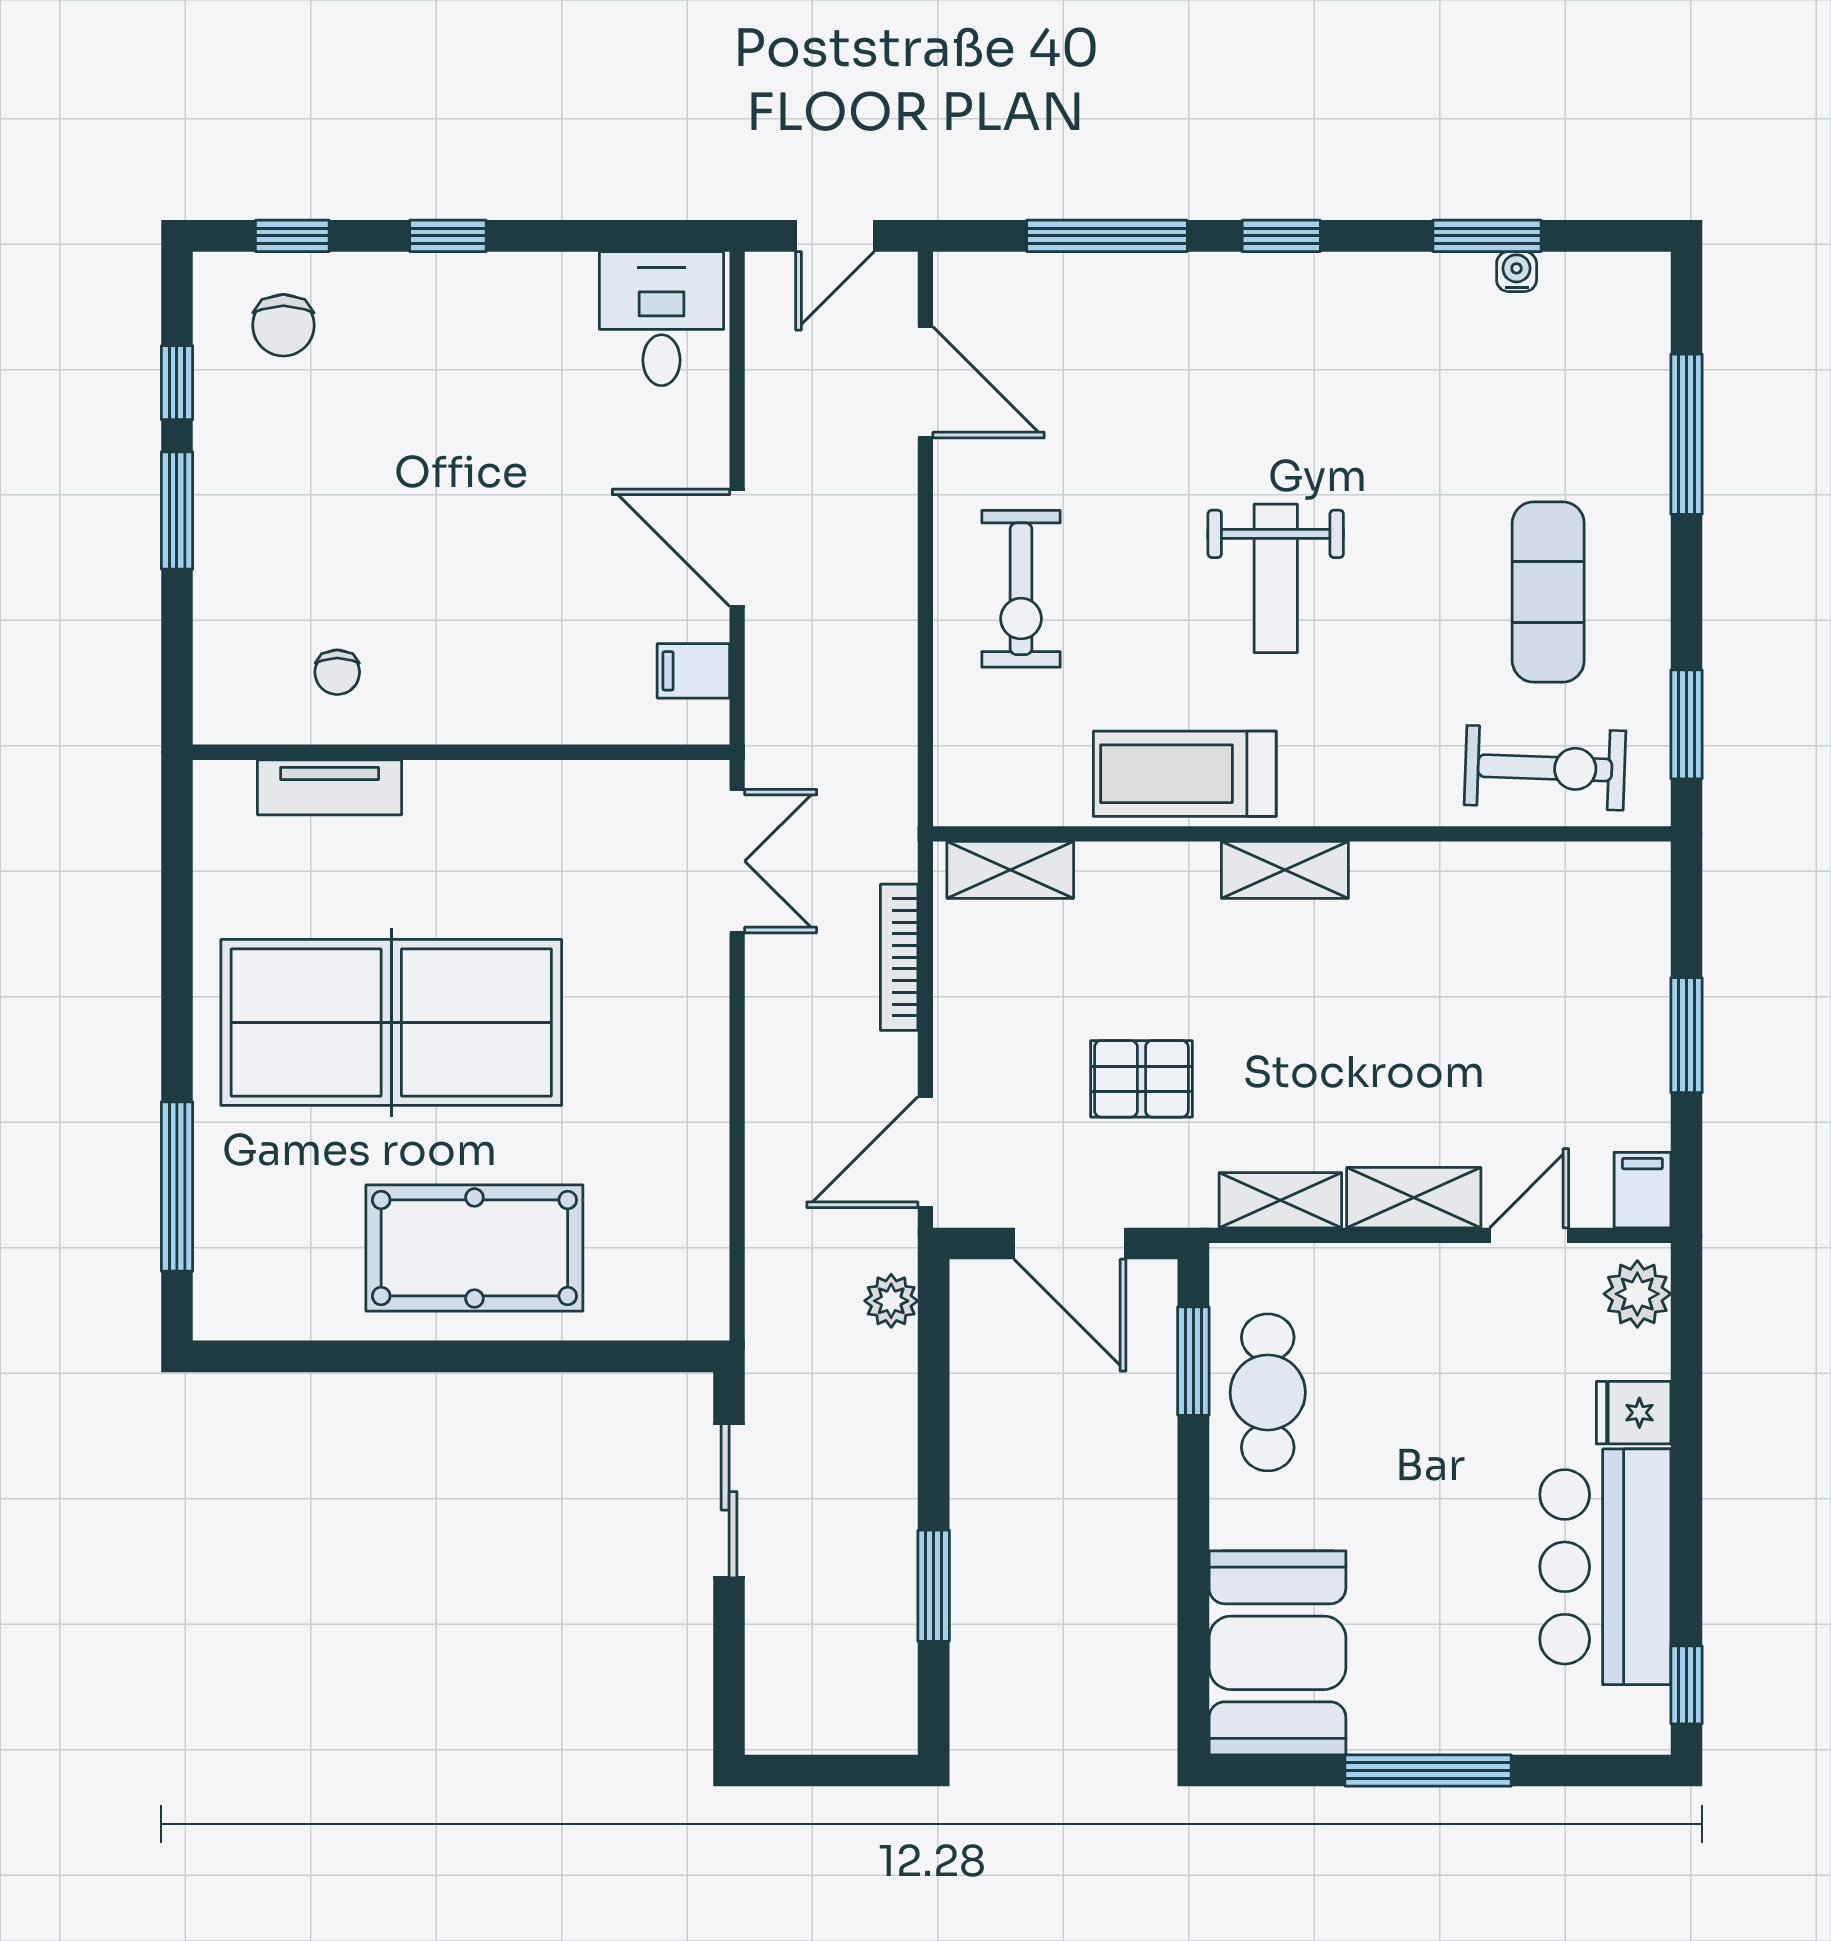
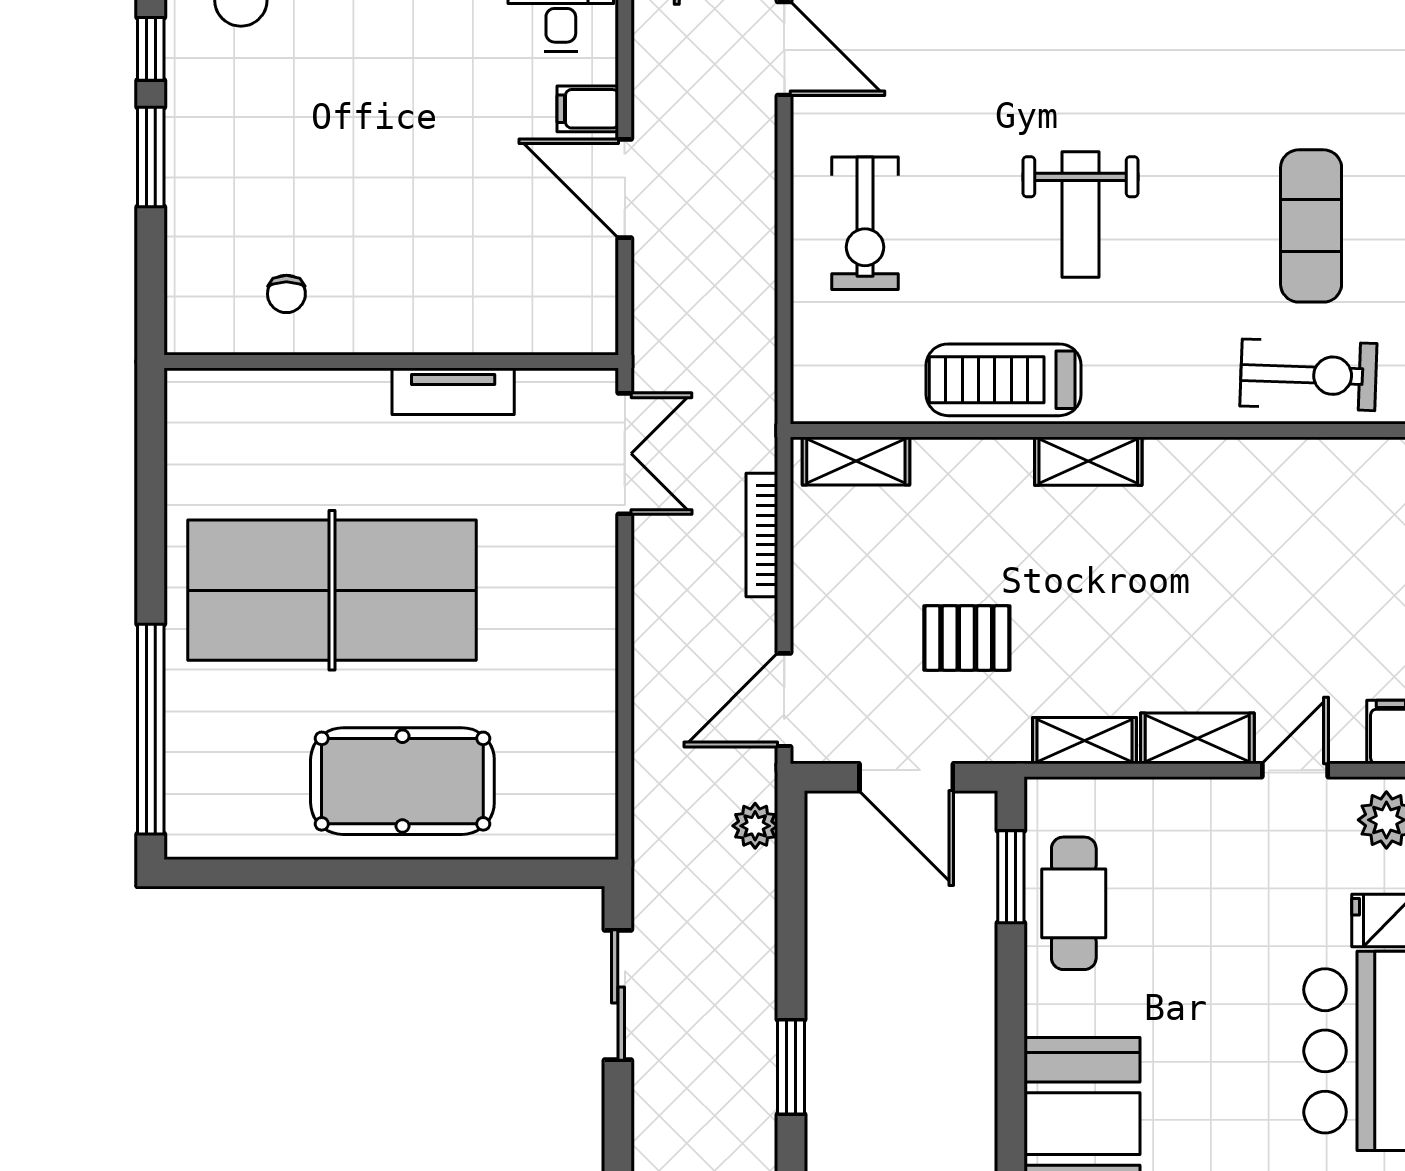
filing cabinet: (693, 671) -> (588, 109), moved
tv unit: (330, 787) -> (453, 391), moved
window: (177, 1187) -> (151, 729), width x1.46

